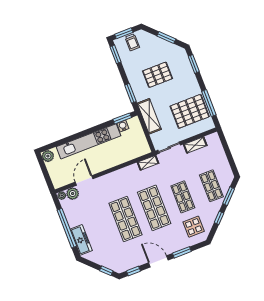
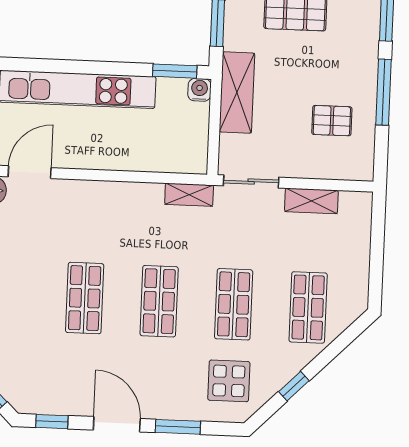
window: (209, 103) -> (384, 92), moved
pallet: (190, 111) -> (332, 121), width x0.49, depth x0.50
water cooler: (123, 126) -> (199, 90), moved
window: (229, 196) -> (336, 347), removed
shop shelf: (154, 208) -> (159, 301), width x0.70, depth x0.74
shop shelf: (125, 219) -> (85, 298), width x0.70, depth x0.74

